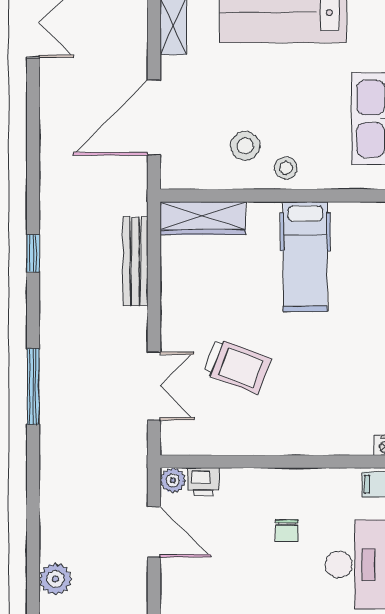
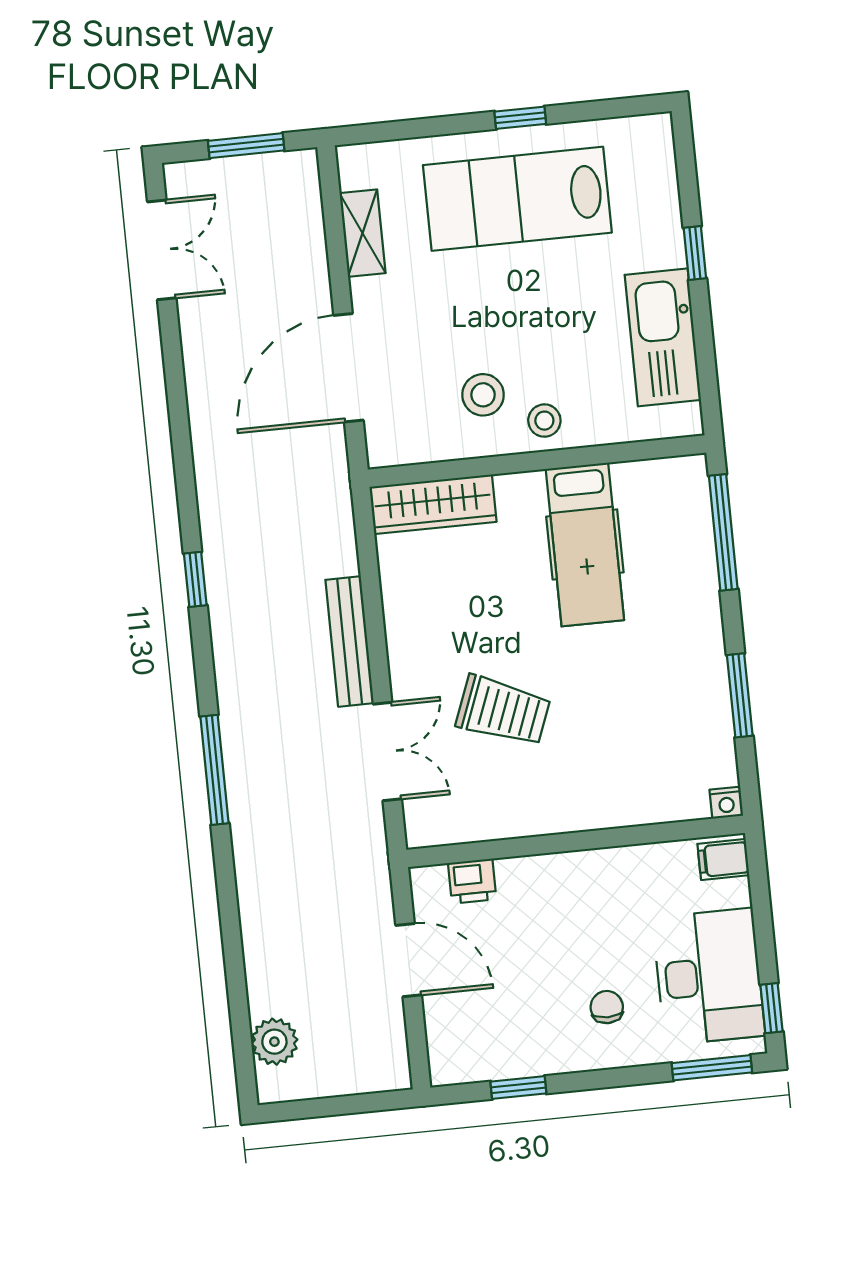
bench: (136, 261) -> (350, 642), moved
plant: (173, 480) -> (428, 884), removed
chair: (287, 531) -> (607, 1007), moved, turned 180

